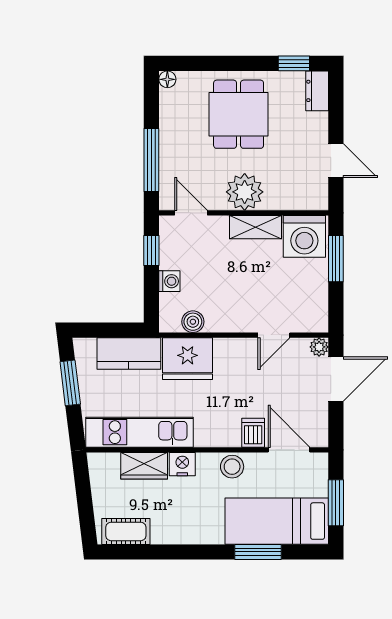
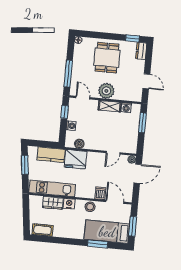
washing machine: (304, 236) -> (126, 108), width x0.53, depth x0.53

